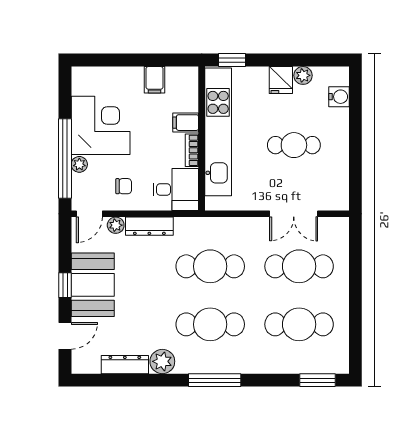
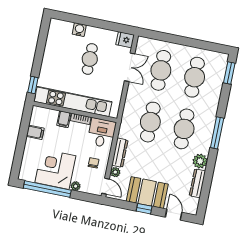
plant: (303, 75) -> (50, 45), removed
fridge: (281, 80) -> (125, 40), moved, turned 180
water cooler: (339, 97) -> (79, 30), moved
window: (65, 159) -> (47, 189), moved

